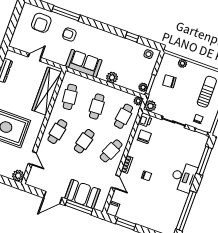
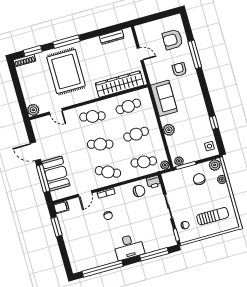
plant: (150, 106) -> (215, 165), moved
door: (32, 158) -> (56, 111), hinge flipped

